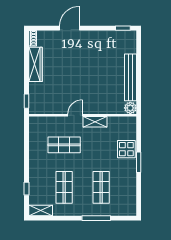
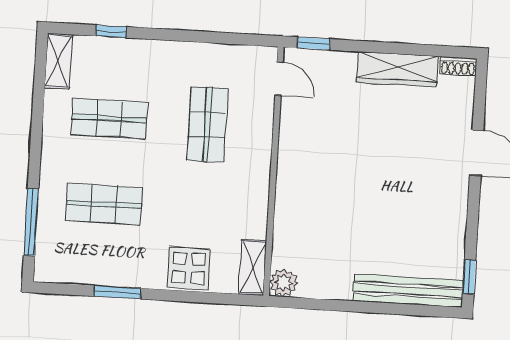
bench: (131, 77) -> (408, 291), moved
door: (75, 115) -> (279, 79), moved
shelving: (95, 122) -> (253, 267), moved
window: (139, 162) -> (117, 292), moved
window: (96, 218) -> (31, 222), moved

